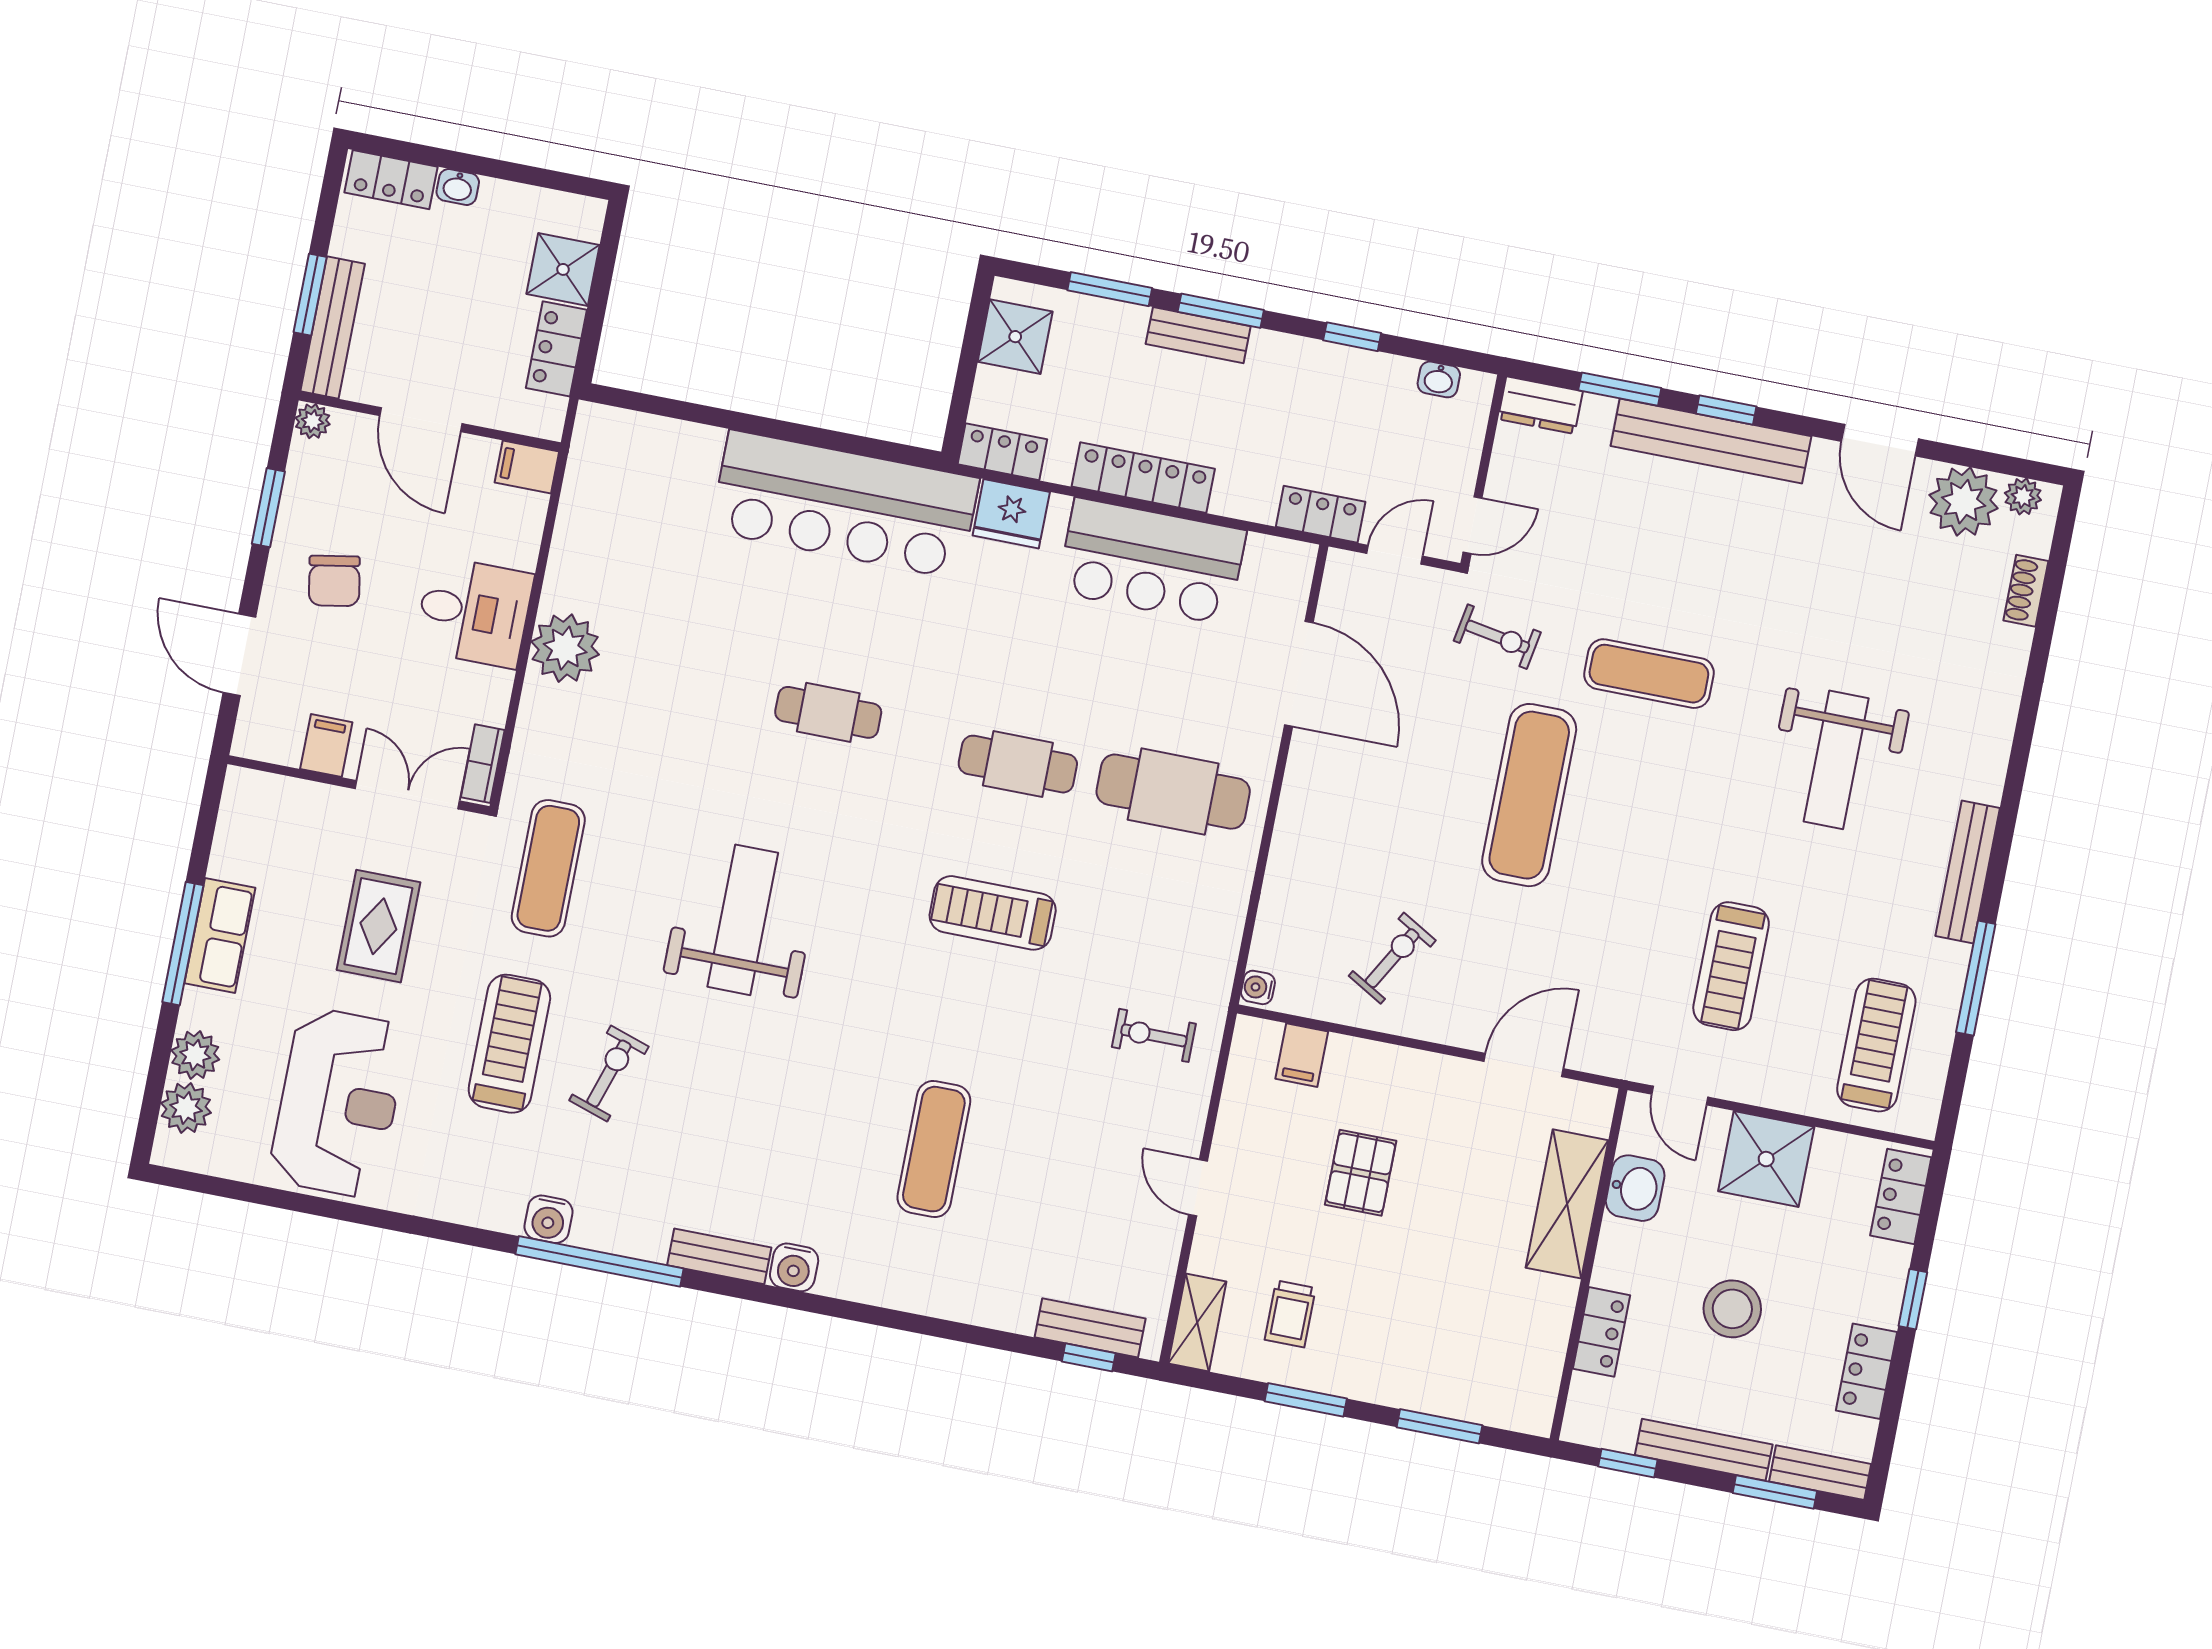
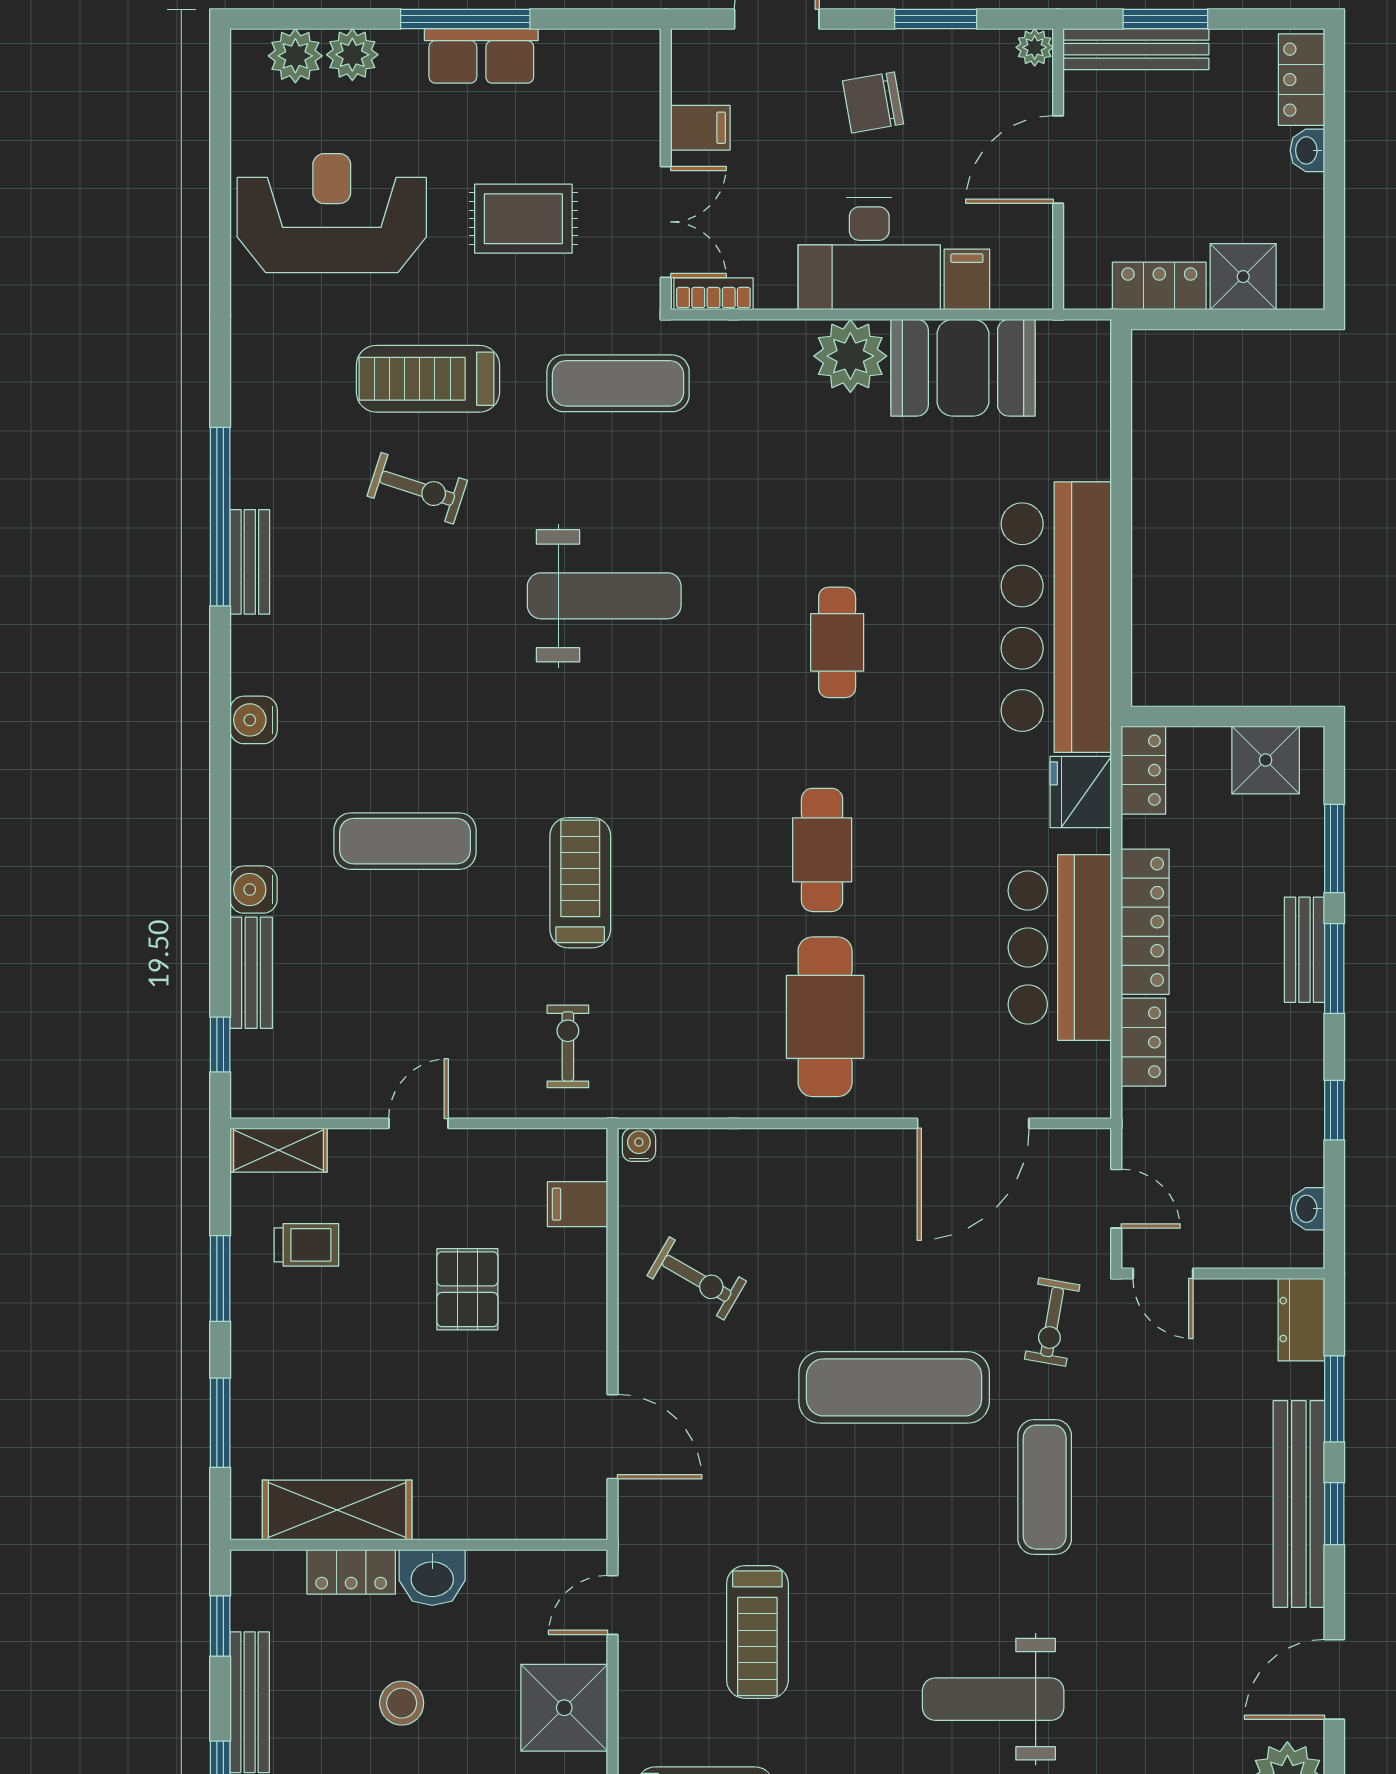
filing cabinet: (527, 467) -> (967, 279), moved
locker: (1321, 514) -> (1143, 1042), moved
booth: (597, 546) -> (963, 368), added
desk: (474, 612) -> (869, 254), width x1.37
treadmill: (993, 913) -> (580, 883), moved
treadmill: (1731, 966) -> (757, 1632), turned -90
treadmill: (509, 1044) -> (428, 379), turned 180
reception desk: (338, 1103) -> (332, 213), turned 180
pallet: (1361, 1173) -> (467, 1289), turned 90
washbasin: (1635, 1188) -> (432, 1578), moved
shelving: (1567, 1204) -> (337, 1510), moved
water cooler: (548, 1219) -> (254, 890), moved
bench: (719, 1256) -> (250, 562), moved
stool: (1732, 1309) -> (402, 1703), width x0.73, depth x0.73
trolley: (1290, 1314) -> (306, 1245), turned 180
bench: (1090, 1328) -> (251, 973), moved

